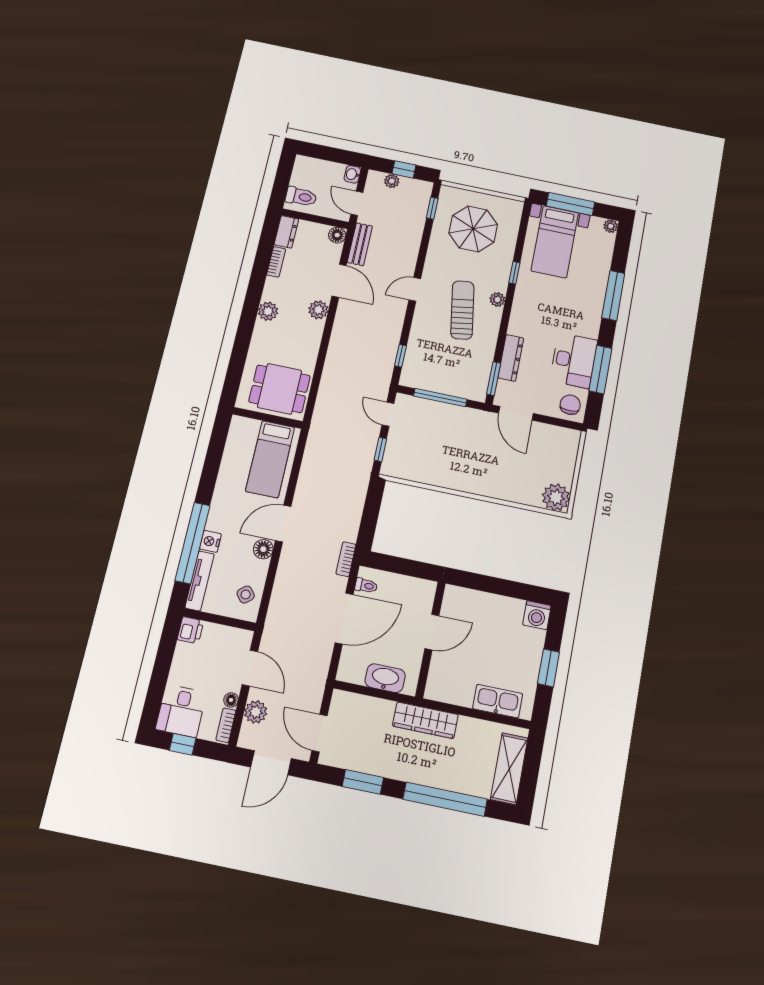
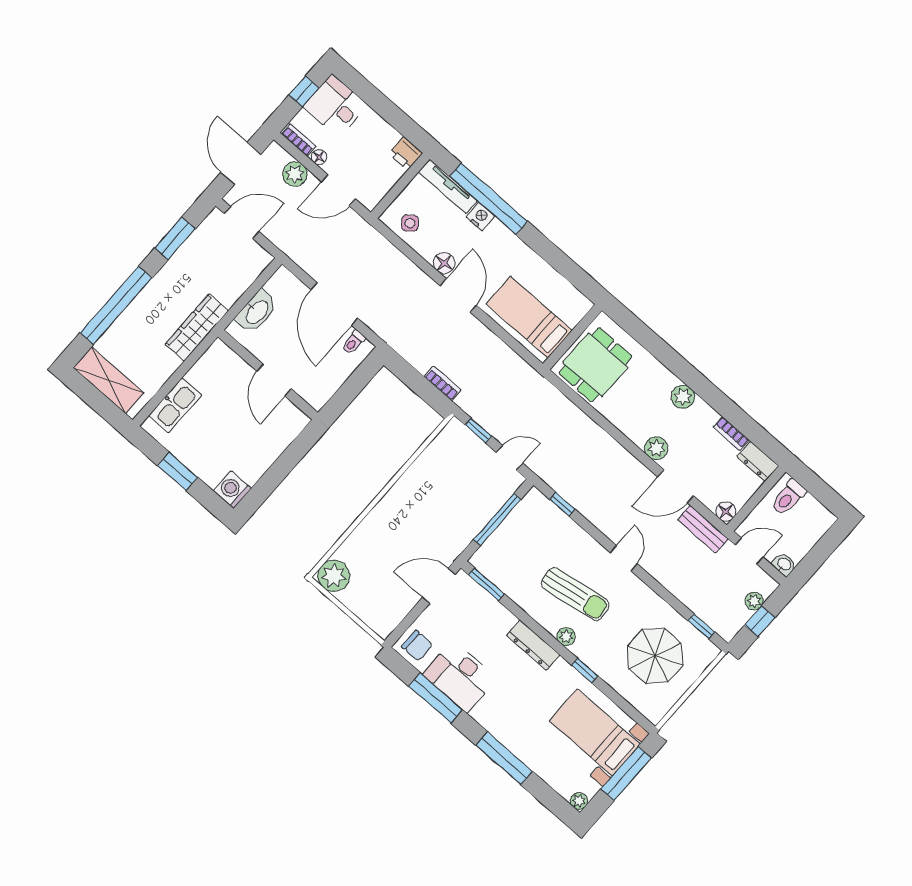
dresser: (511, 358) -> (533, 645), moved
bookcase: (346, 559) -> (443, 383), moved

